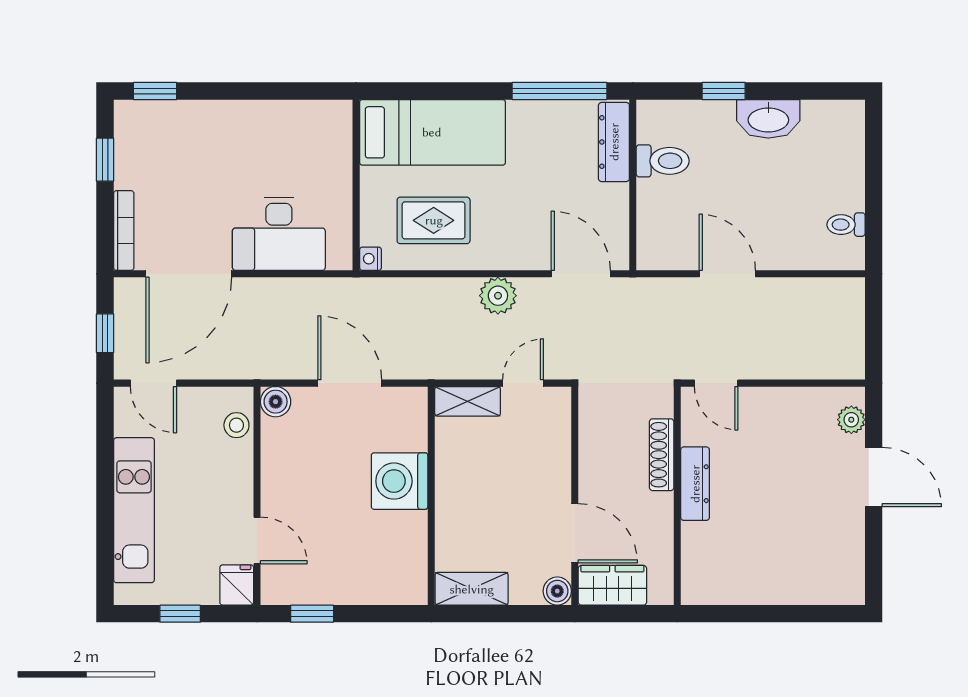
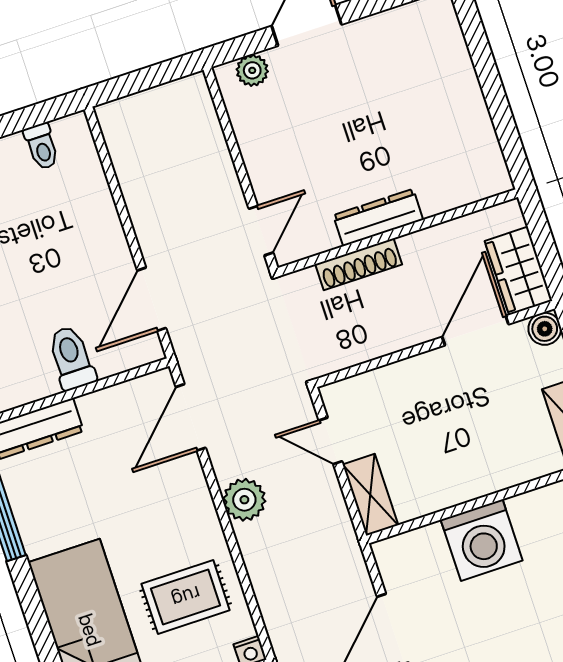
toilet: (663, 161) -> (71, 358), moved
rug: (434, 220) -> (186, 597), turned 90
door: (727, 274) -> (152, 299), moved

